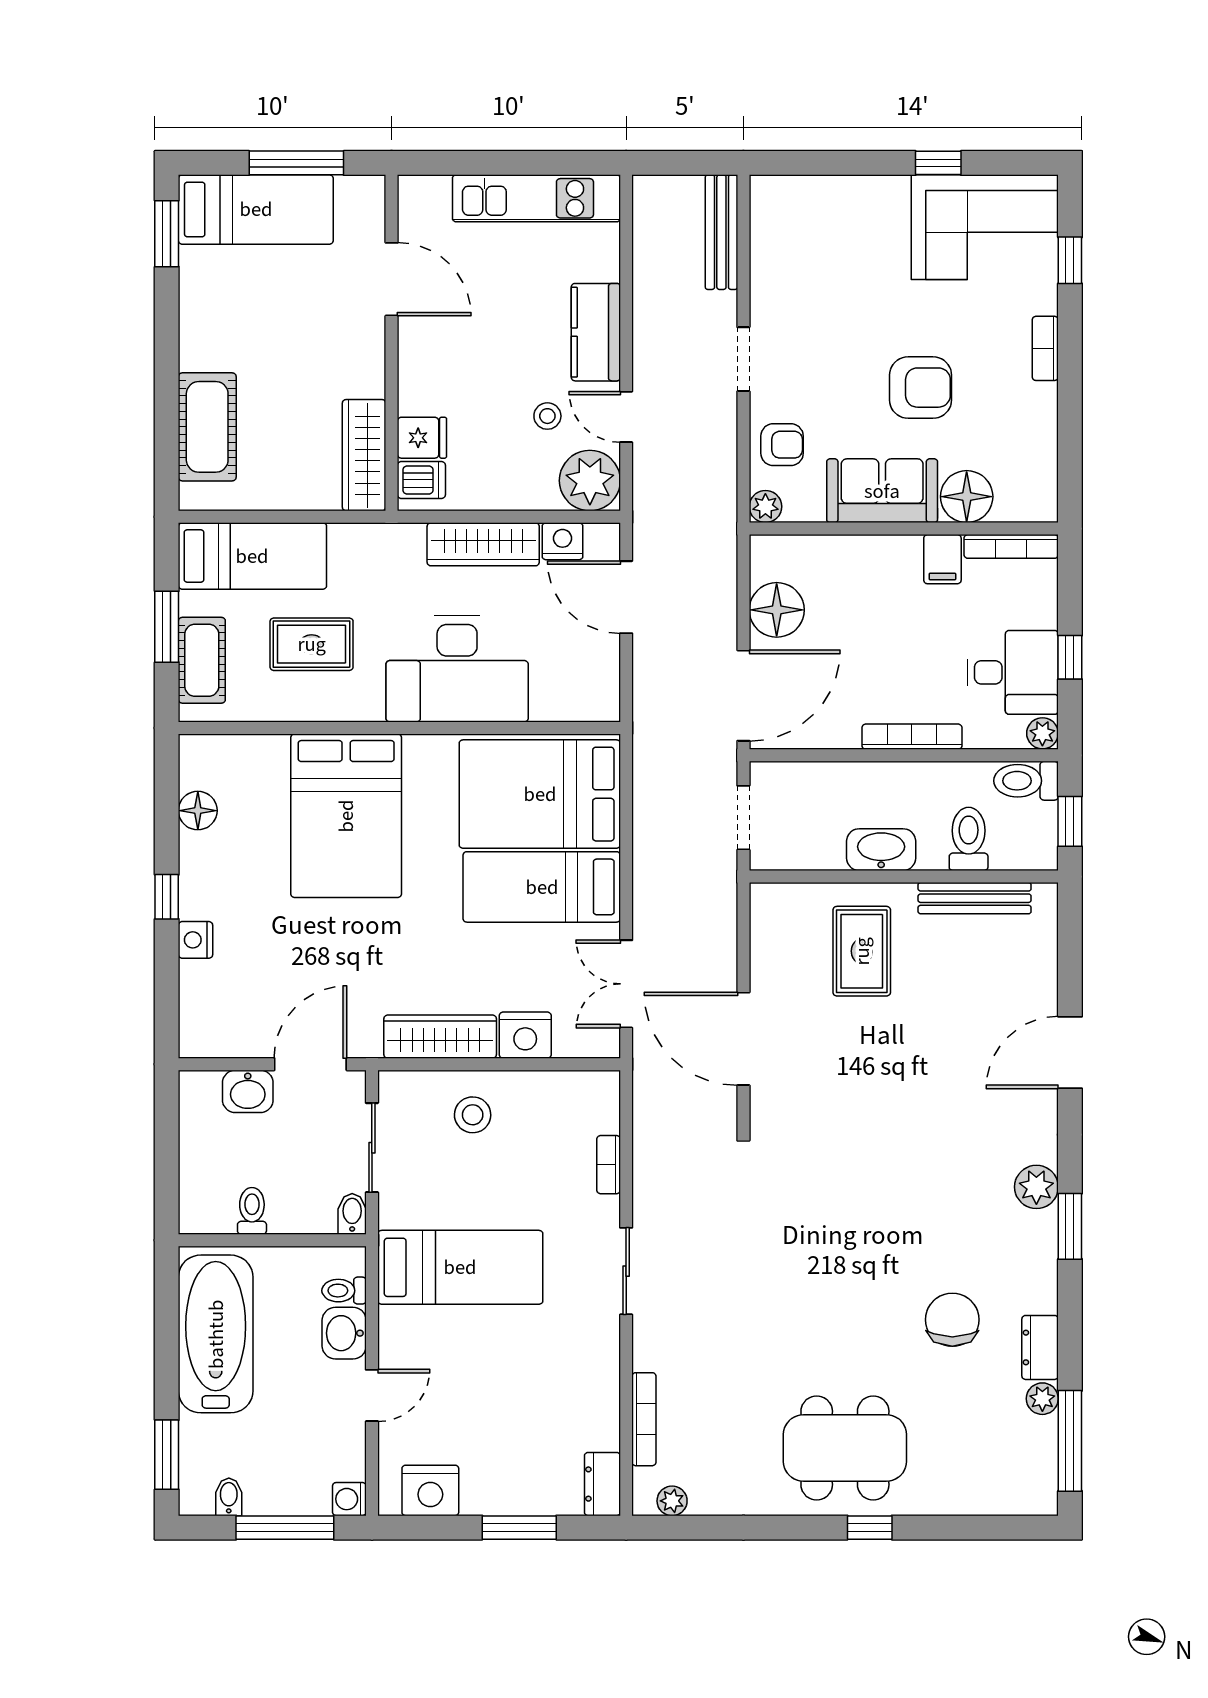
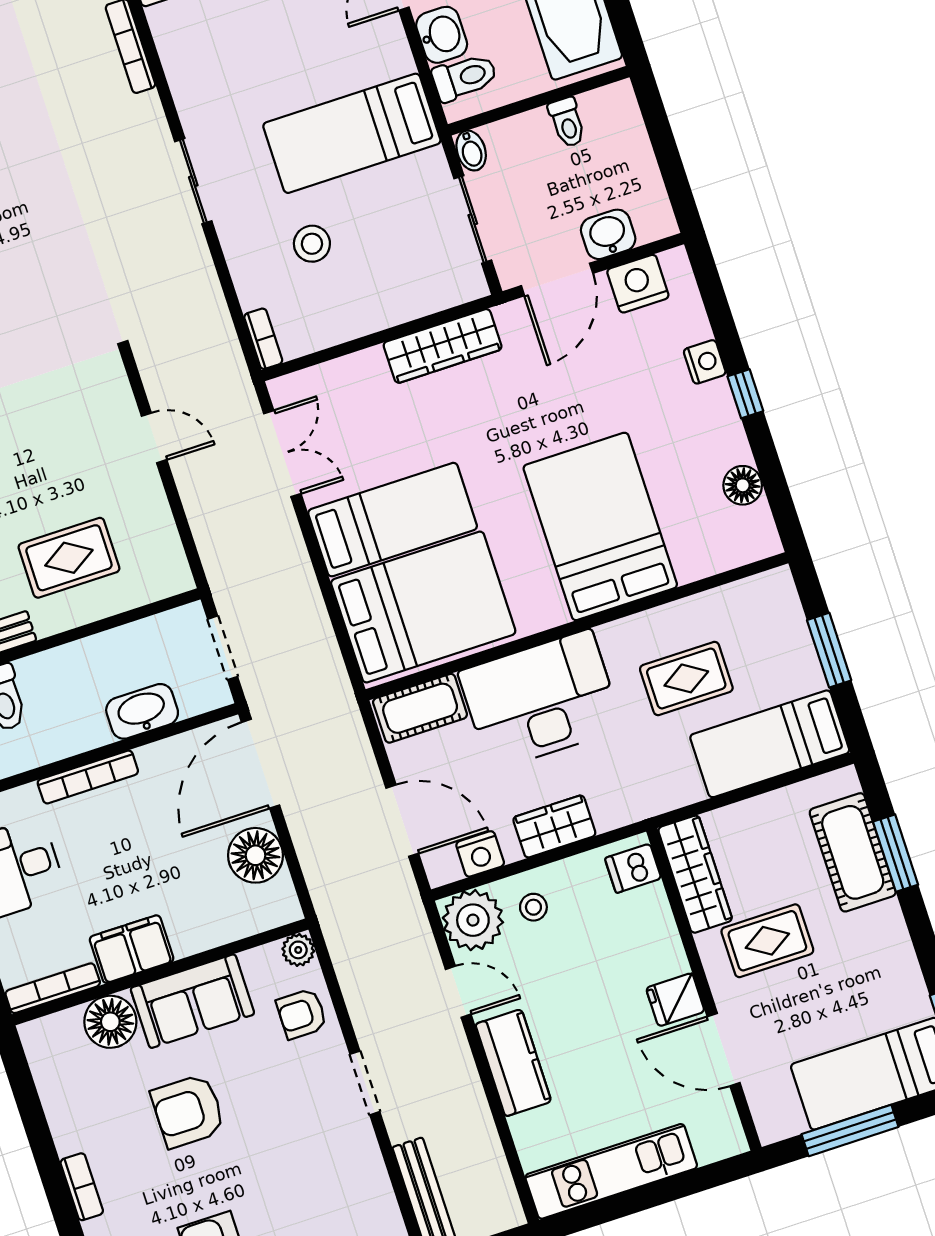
rug: (316, 369) -> (767, 941), added
window: (167, 413) -> (896, 853), added
stool: (547, 416) -> (533, 907), moved
fridge: (422, 438) -> (675, 1000), moved
wardrobe: (483, 544) -> (554, 827), width x0.67
filing cabinet: (942, 559) -> (132, 949), width x2.00
cot: (202, 660) -> (420, 708), moved, turned 90
washbasin: (881, 850) -> (142, 711), moved, turned 180
rug: (862, 951) -> (69, 558), turned 90
nightstand: (525, 1035) -> (638, 284), moved
door: (743, 1039) -> (154, 438), width x0.53
stool: (473, 1115) -> (312, 244), moved
bookcase: (609, 1165) -> (263, 339), moved
toilet: (344, 1291) -> (465, 77), width x1.37, depth x1.39

